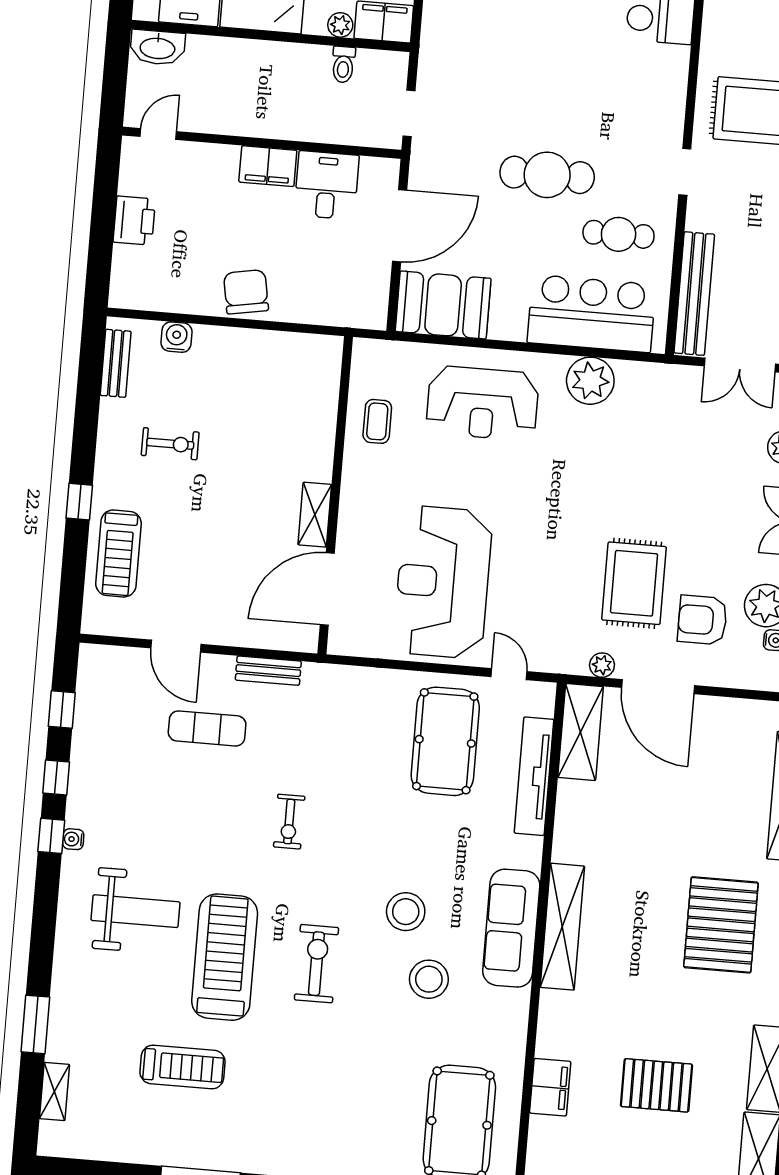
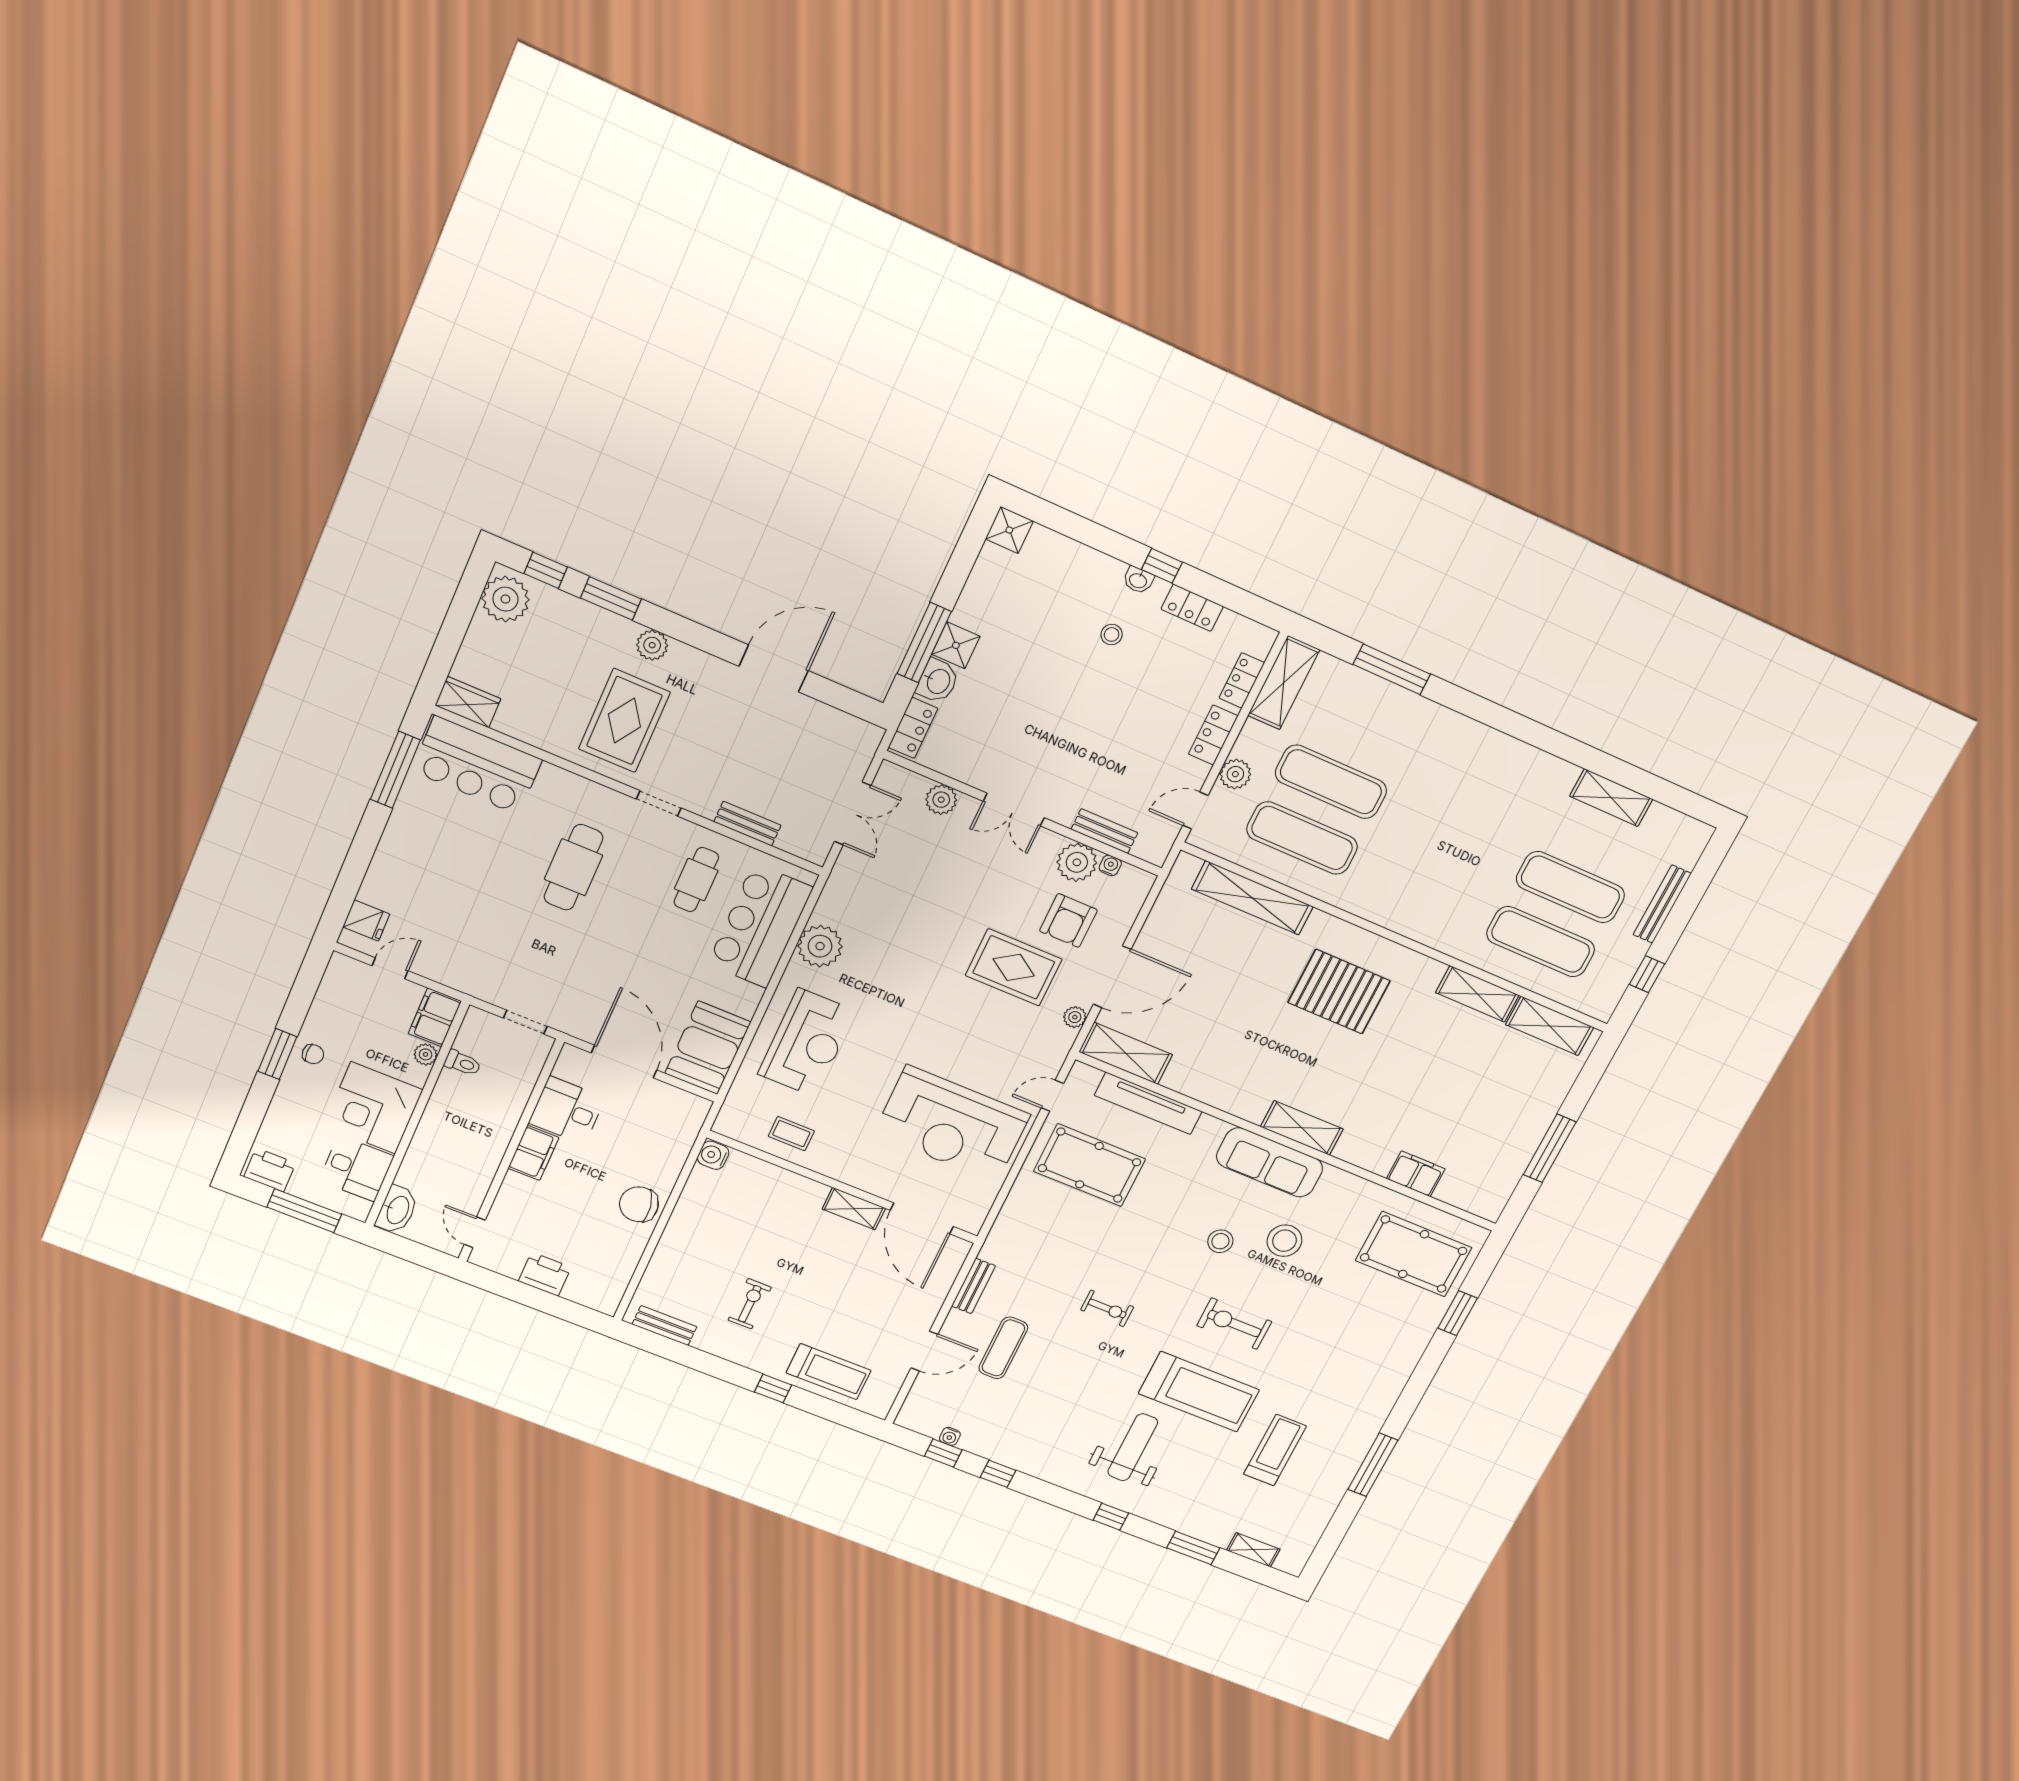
cafe table: (547, 175) -> (573, 867), moved
bench: (694, 294) -> (747, 824), width x0.54, depth x0.82
water cooler: (176, 337) -> (713, 1155), moved
window: (51, 836) -> (1111, 1517), moved
water cooler: (73, 839) -> (950, 1436), moved
stool: (406, 912) -> (1220, 1241), width x0.73, depth x0.73
shelving: (562, 927) -> (1302, 1128), width x0.68
treadmill: (225, 957) -> (1199, 1392), turned 180
pallet: (656, 1085) -> (1452, 1088), removed

